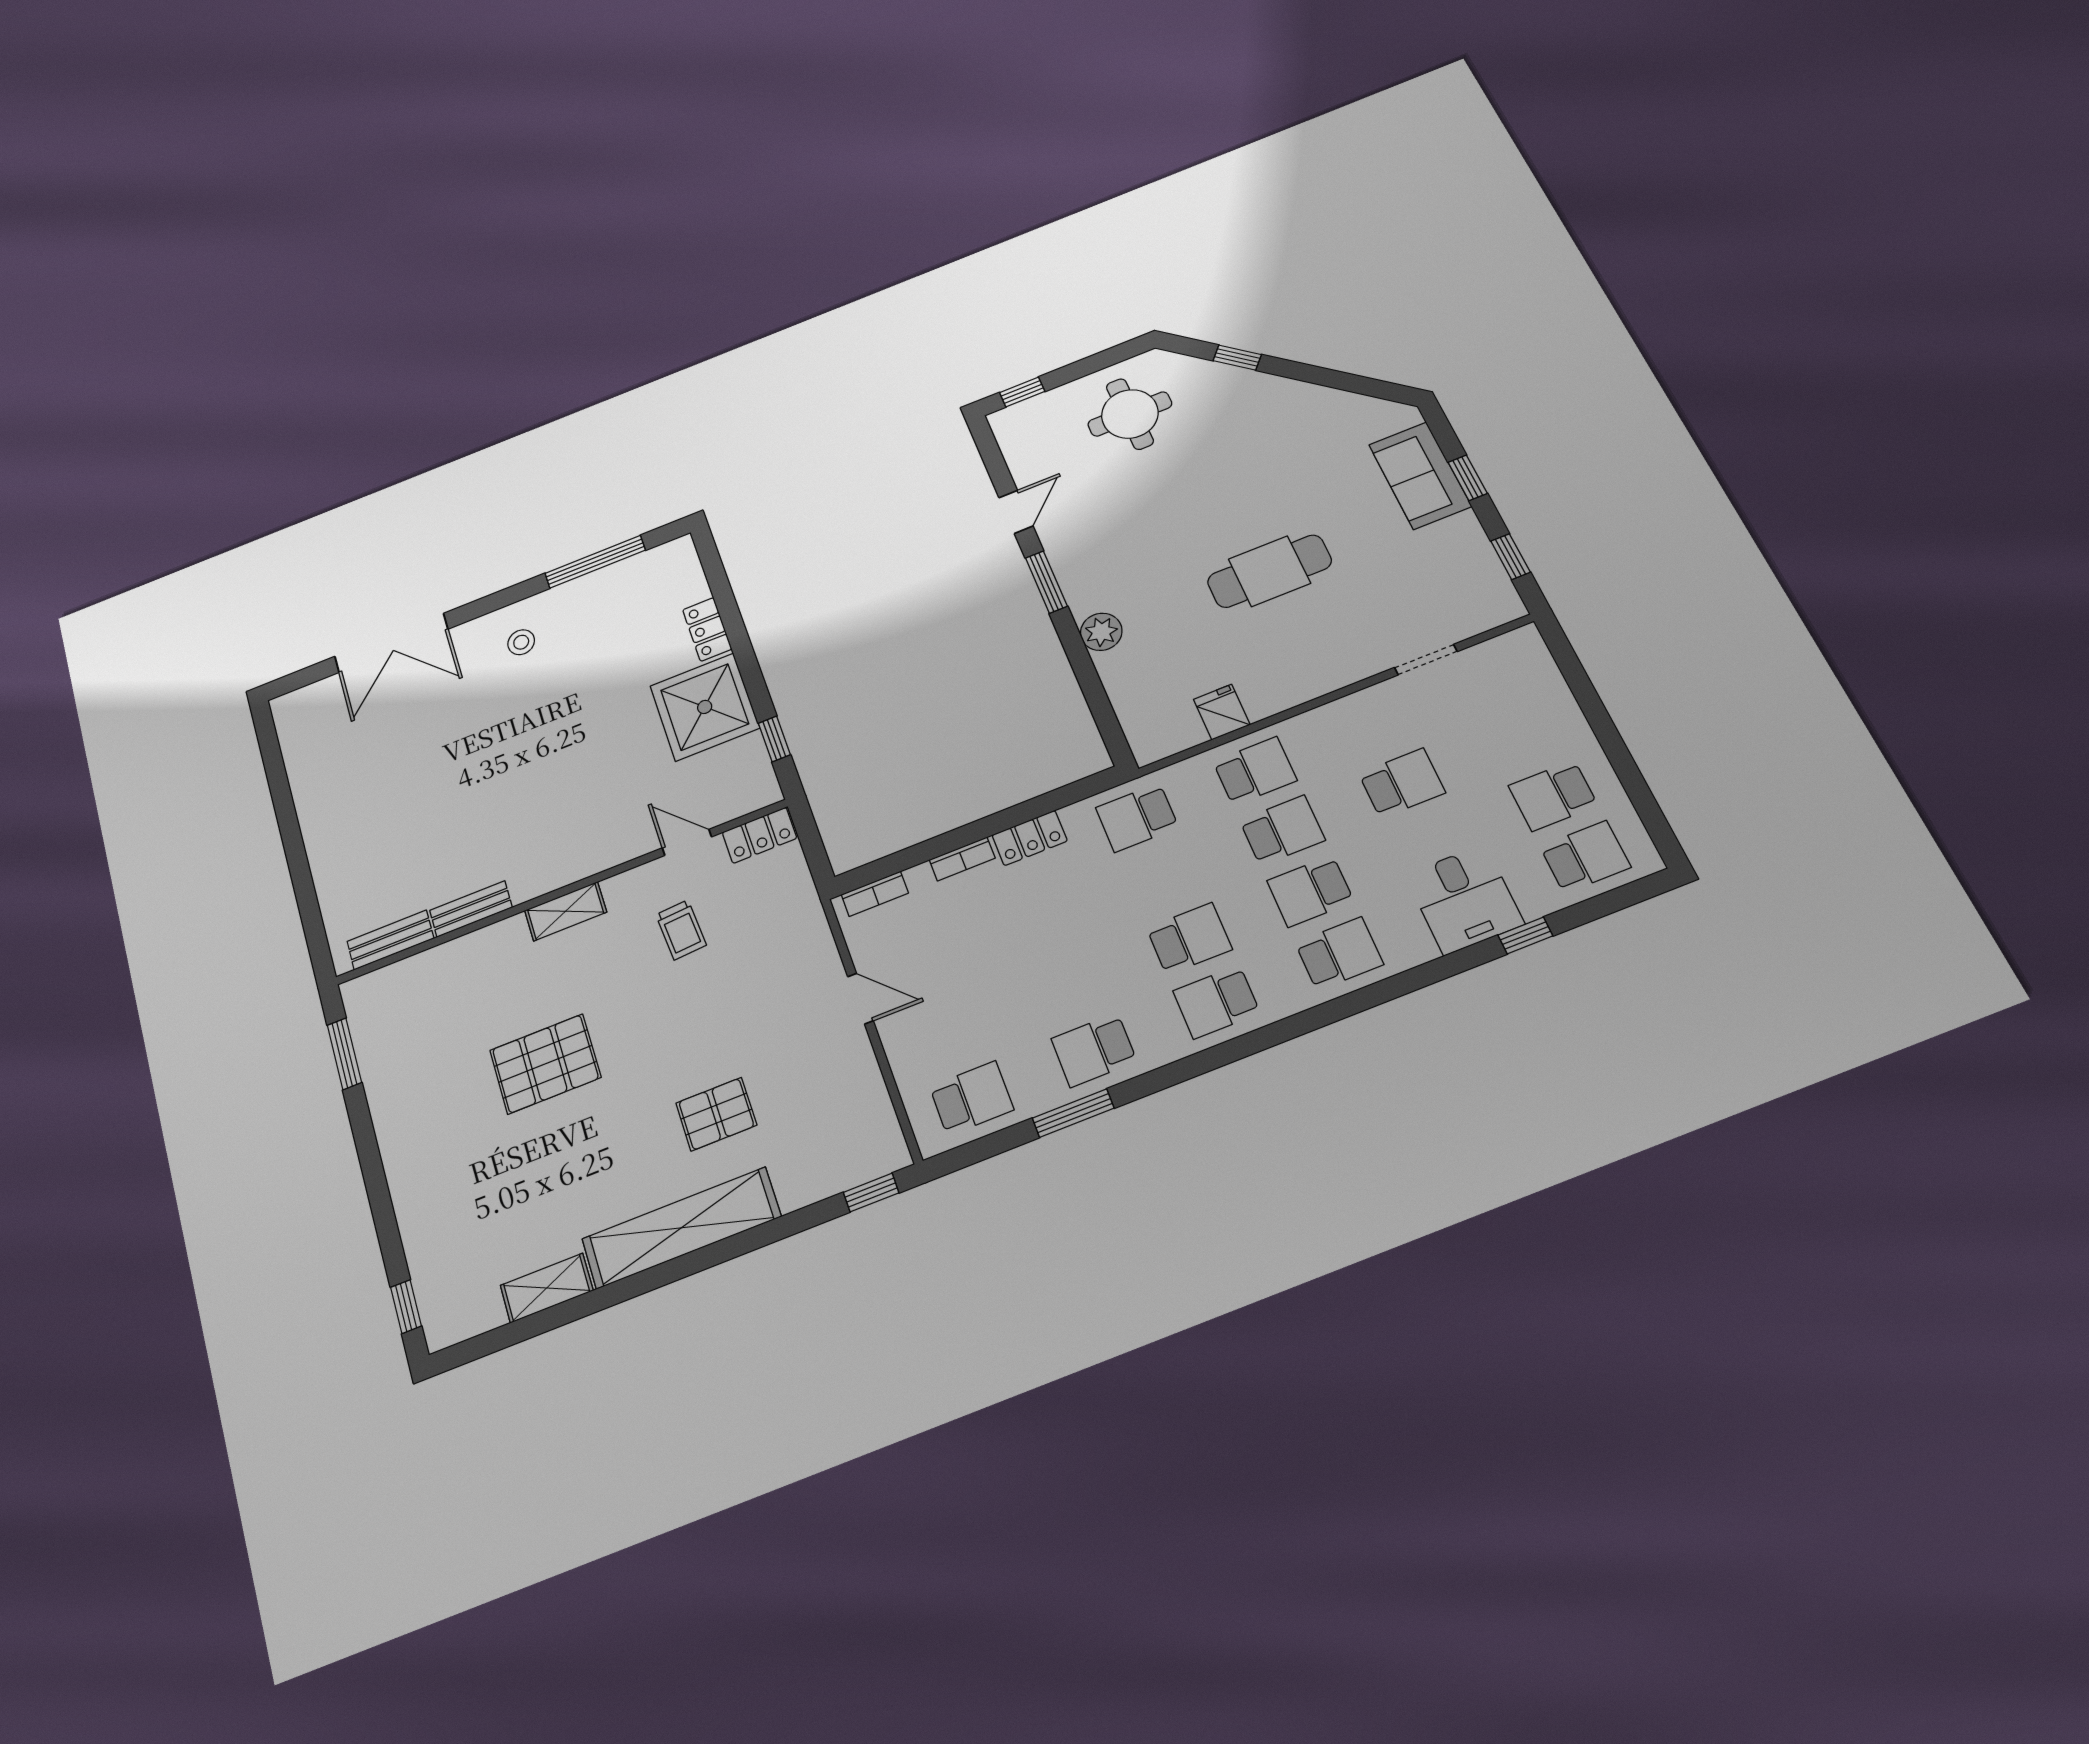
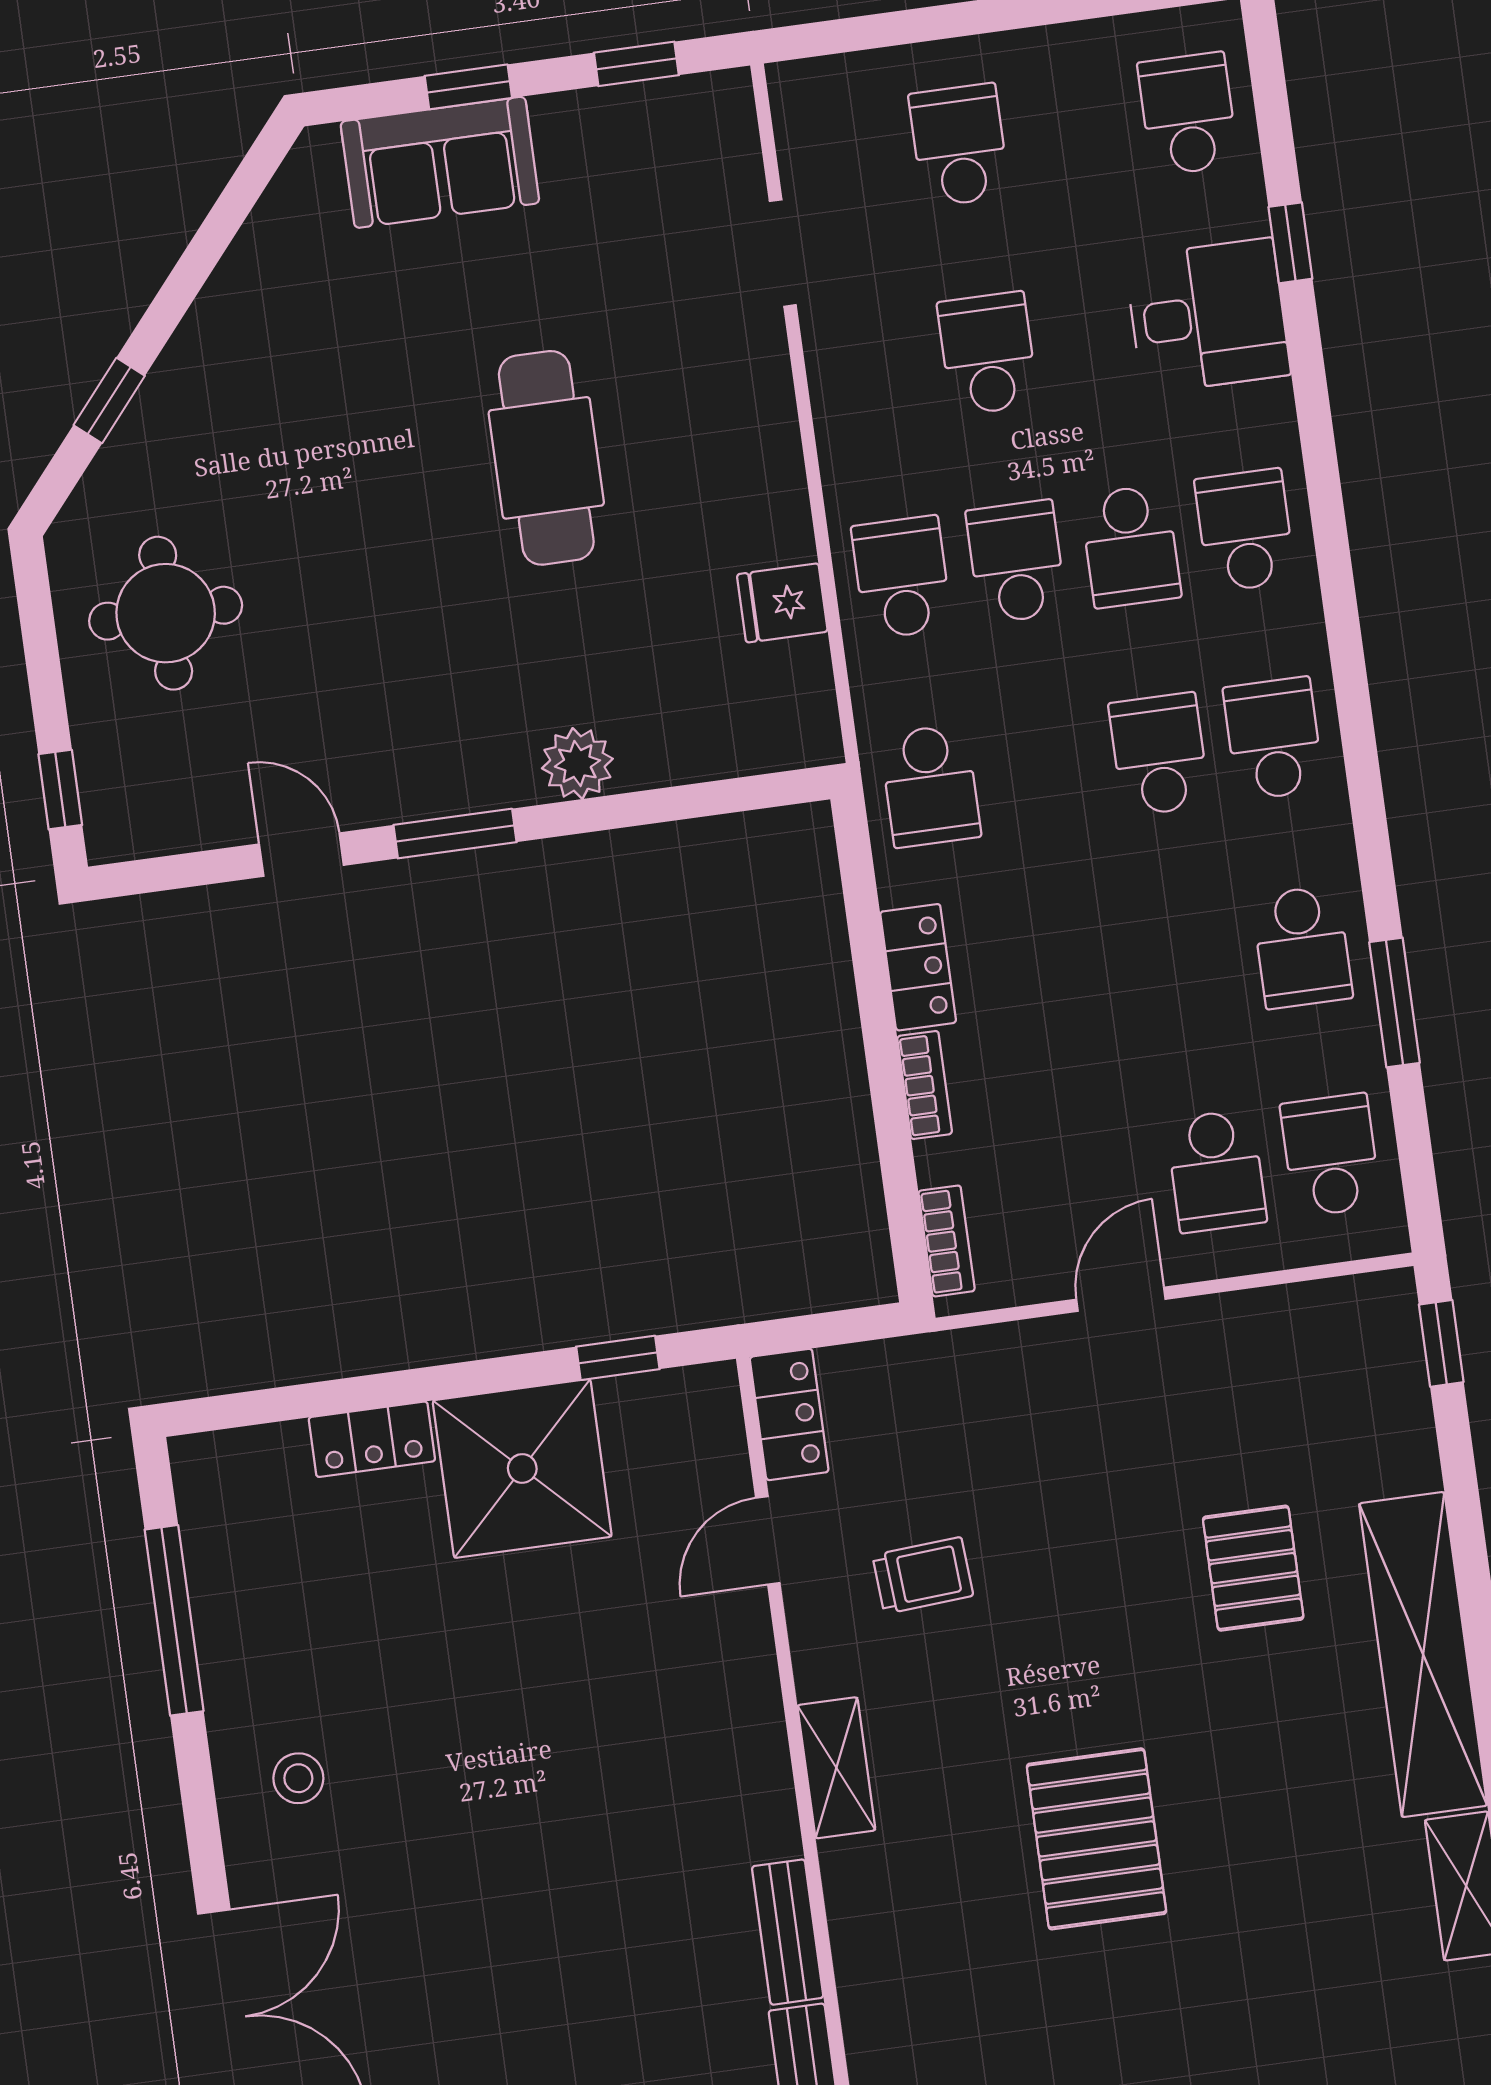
school desk: (1553, 796) -> (959, 145), moved, turned 180
school desk: (1216, 1002) -> (1274, 739), turned 180
school desk: (948, 1034) -> (1216, 1171), added

